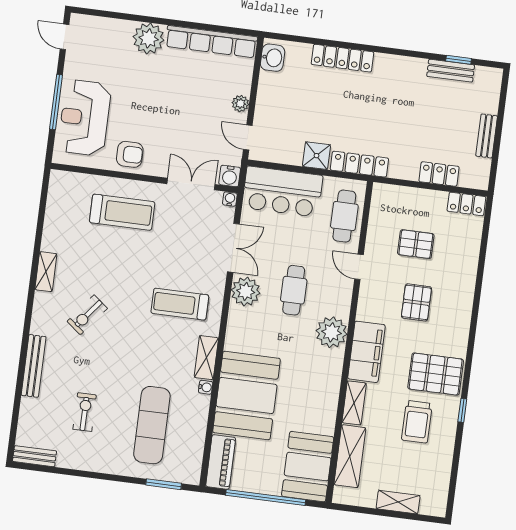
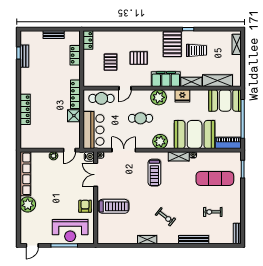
washbasin: (273, 58) -> (29, 143), removed
treadmill: (122, 212) -> (114, 206), turned 90
plant: (246, 291) -> (160, 141), moved
fridge: (328, 381) -> (182, 96), added
shelving: (398, 502) -> (237, 44), moved

